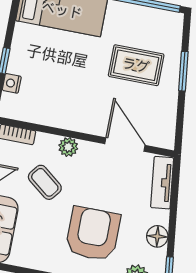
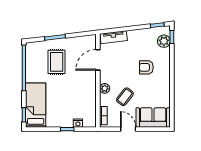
armchair: (93, 234) -> (146, 67), width x0.53, depth x0.53
floor lamp: (157, 236) -> (141, 34), removed

